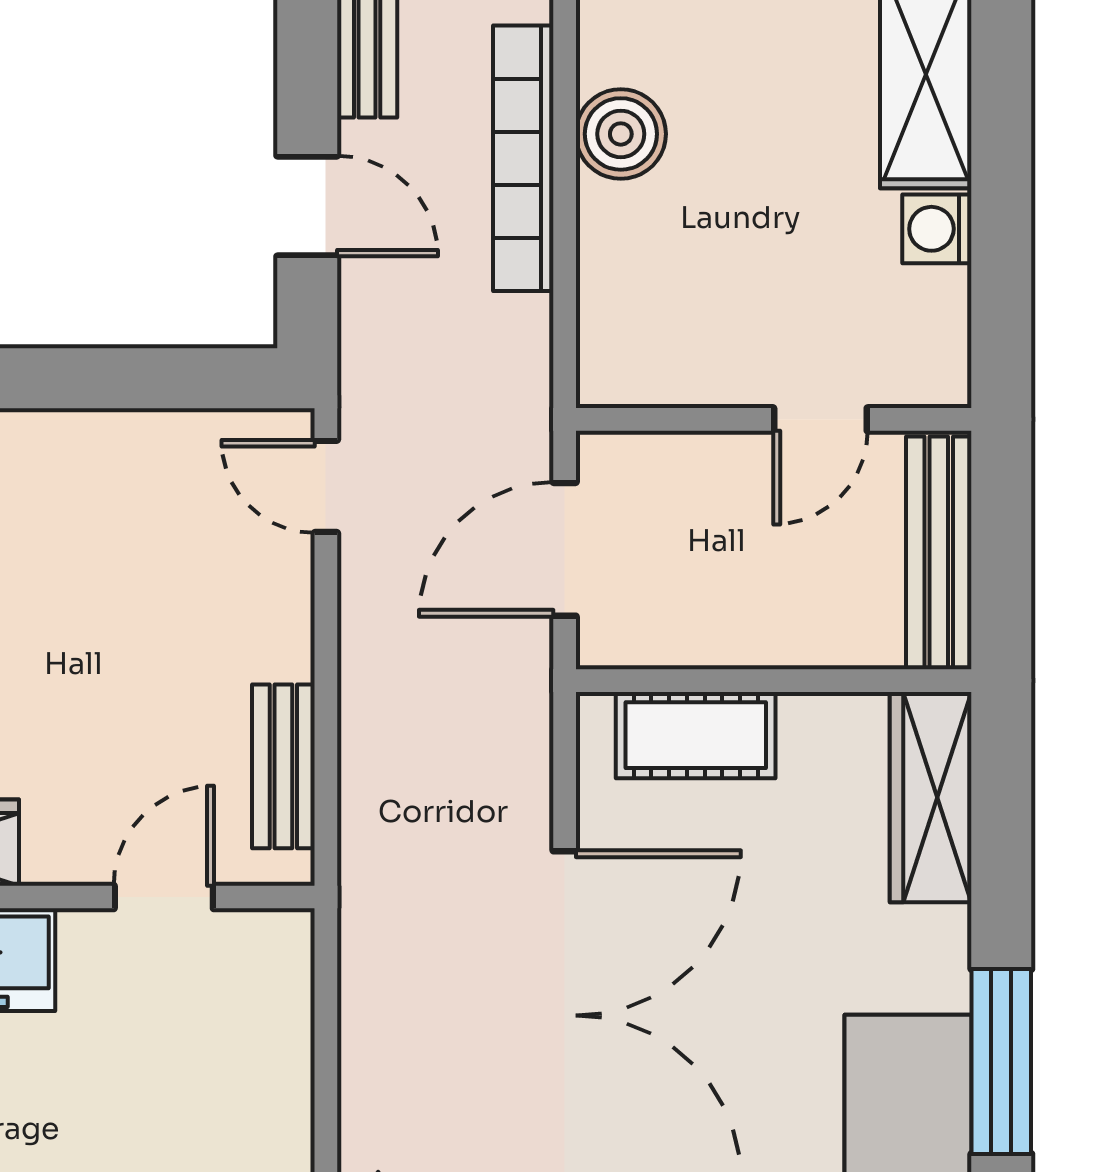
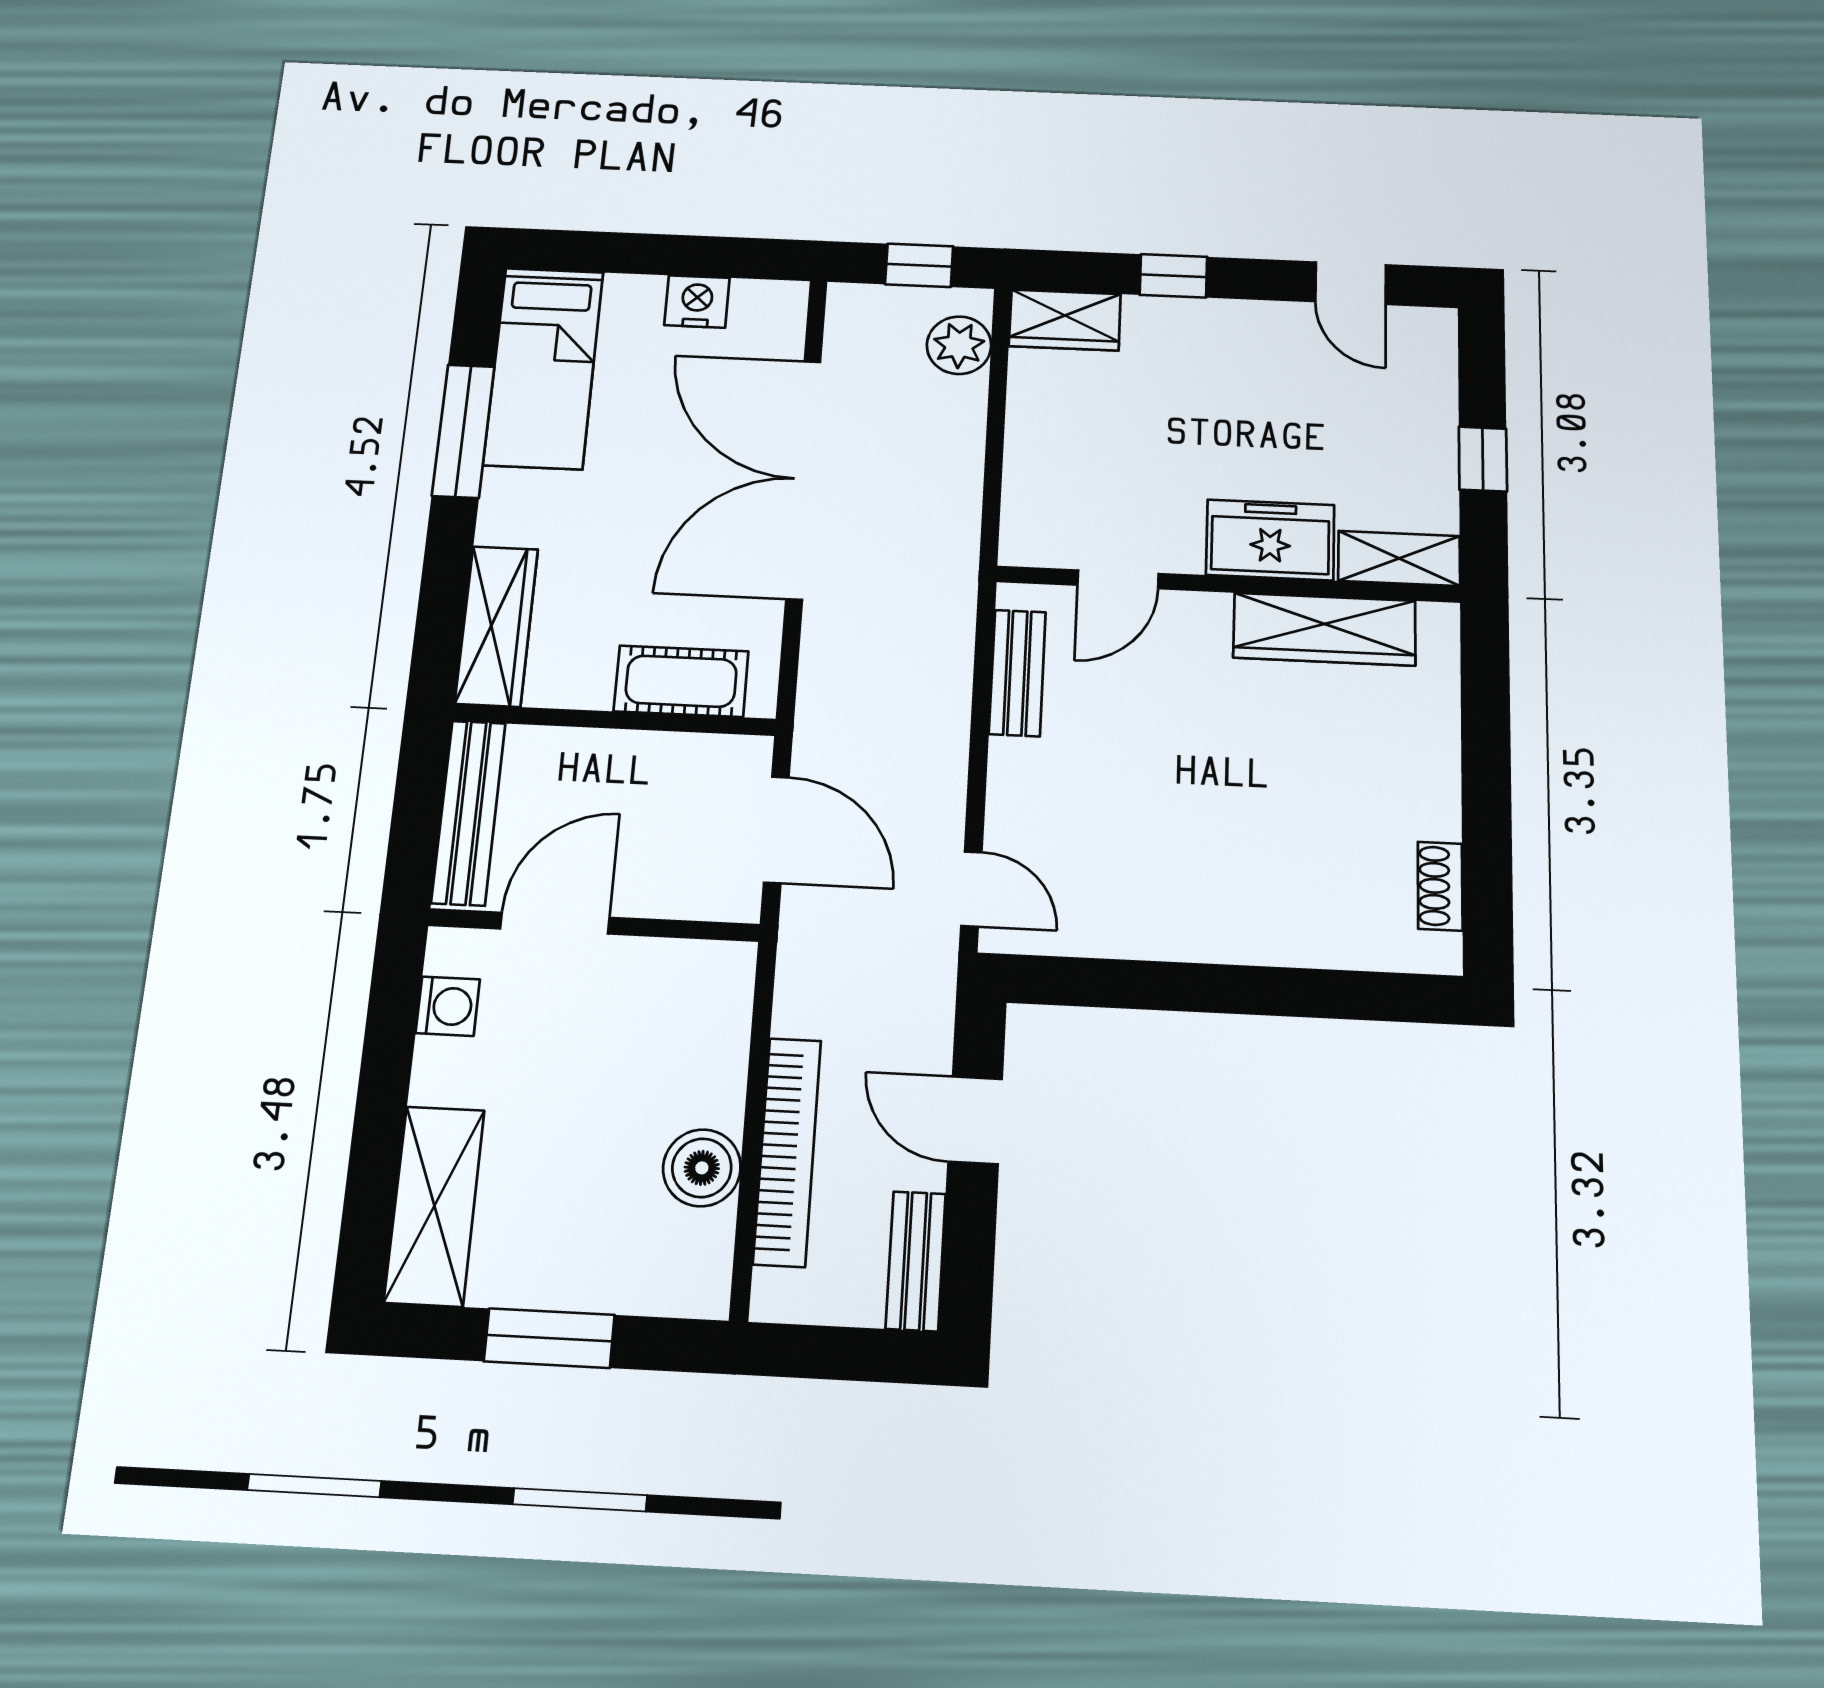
washing machine: (937, 229) -> (448, 1006), moved
door: (820, 419) -> (555, 923), width x1.38
door: (565, 549) -> (776, 830), hinge flipped

